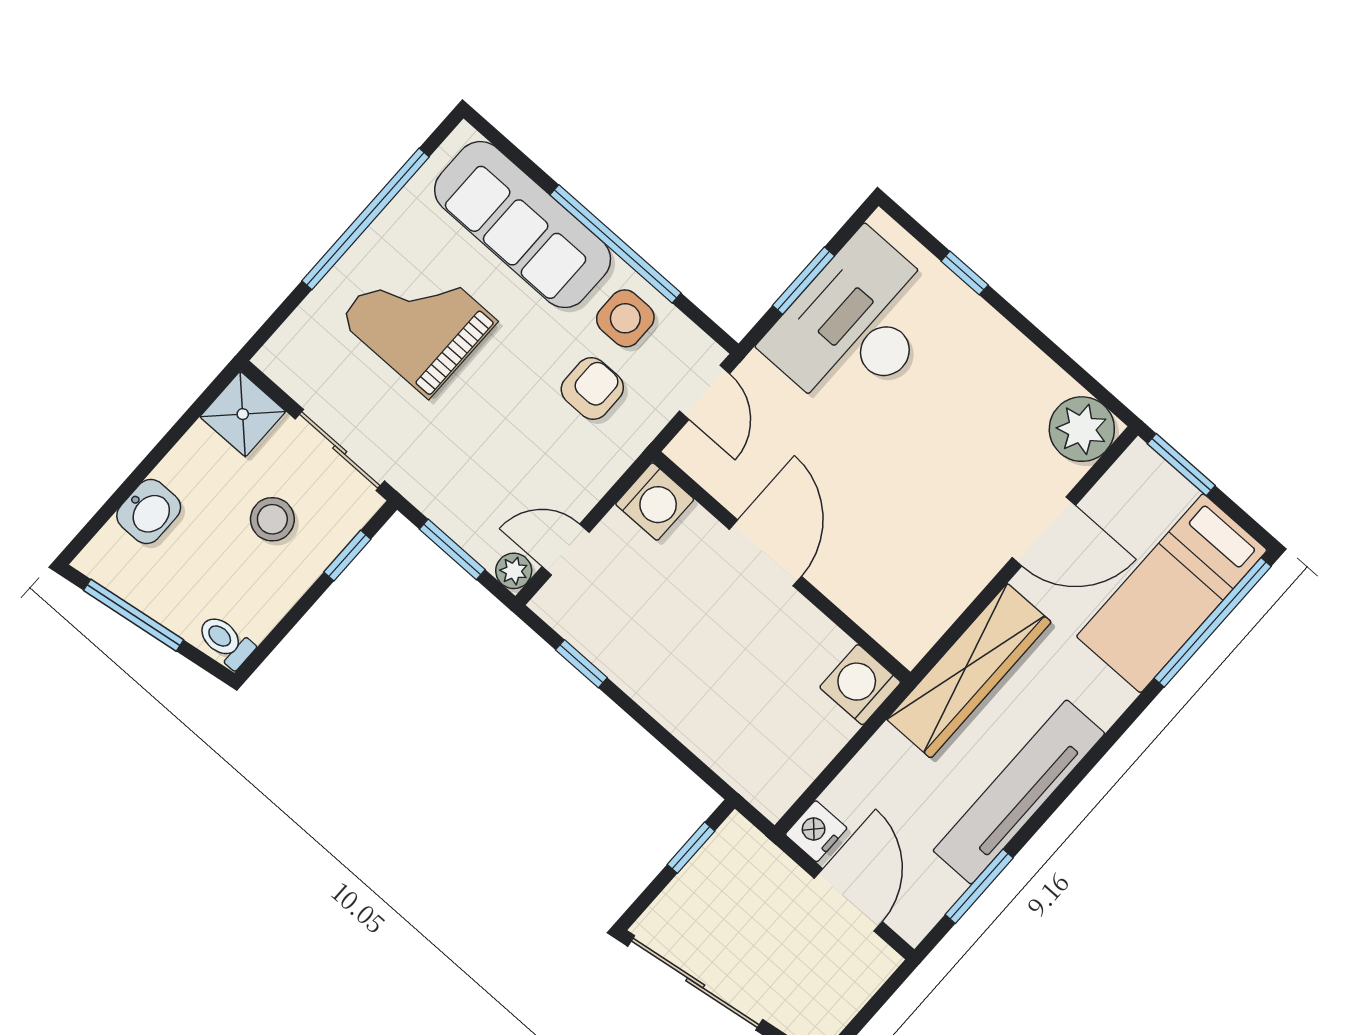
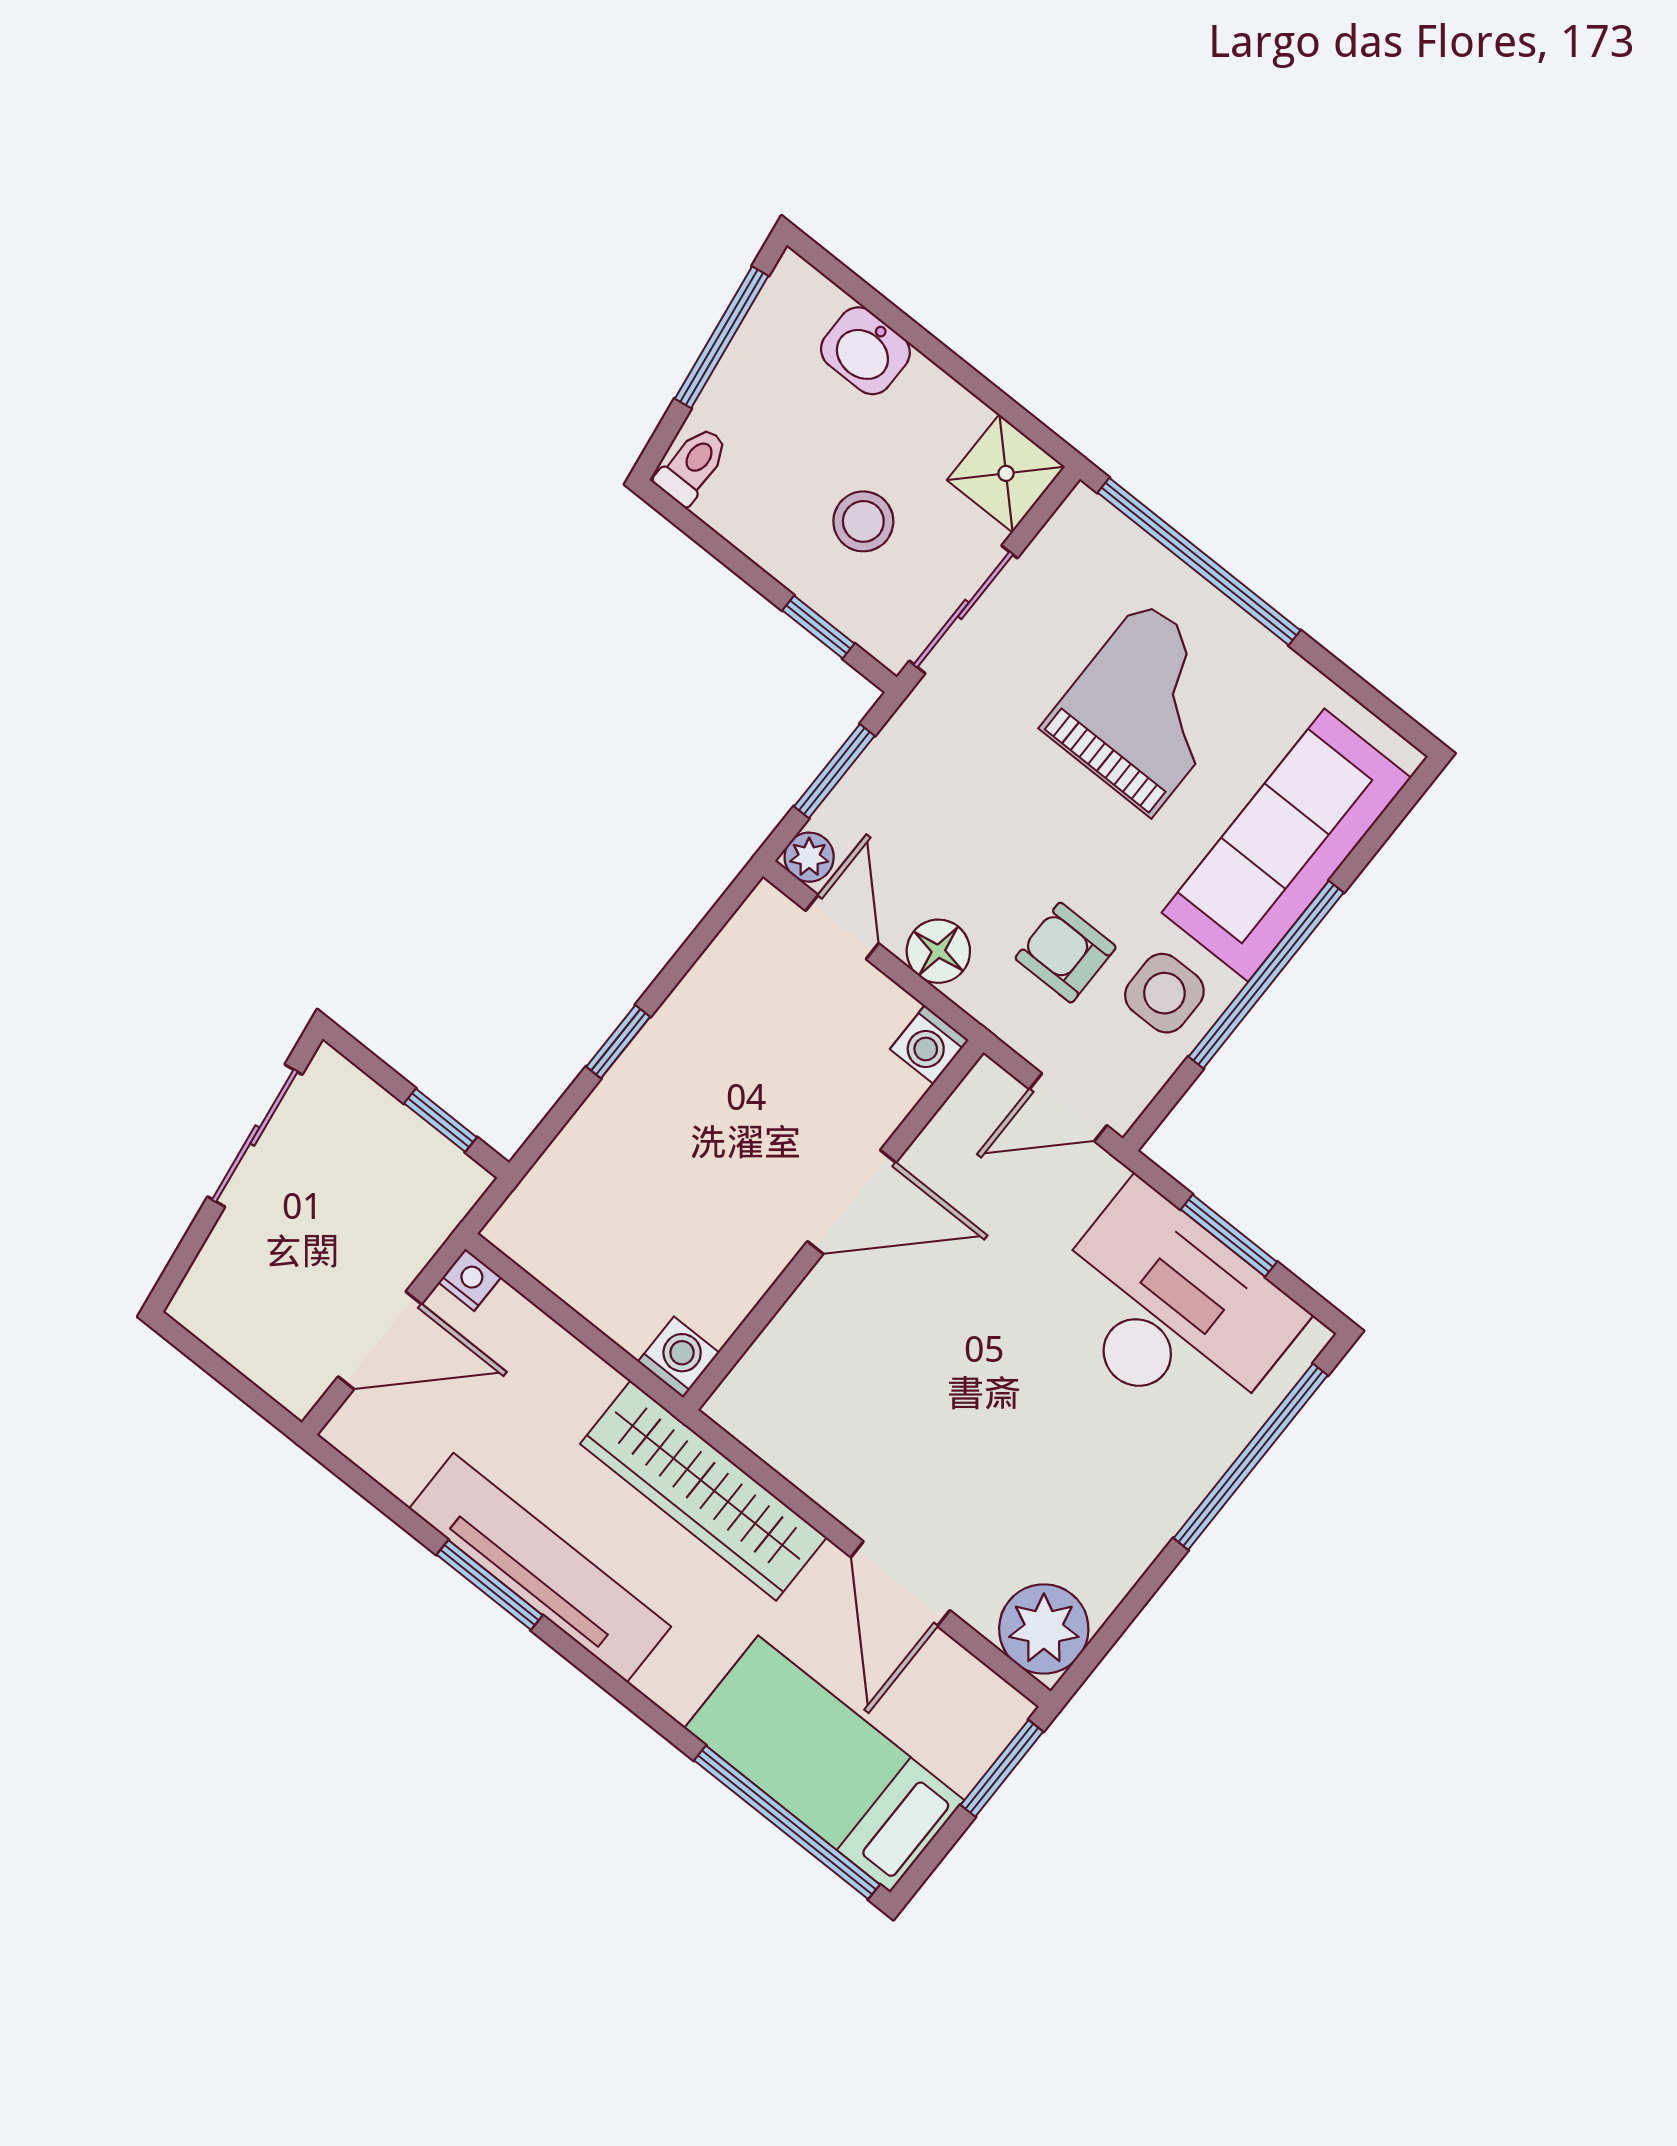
window: (365, 219) -> (1199, 562), moved
window: (965, 273) -> (1251, 1457), width x3.17
armchair: (592, 388) -> (1066, 953), turned 180
floor lamp: (587, 481) -> (938, 951), added
washing machine: (655, 502) -> (929, 1045), width x0.73, depth x0.73
window: (581, 664) -> (618, 1042), moved
washing machine: (860, 685) -> (678, 1357), width x0.73, depth x0.73
nightstand: (816, 831) -> (470, 1280), width x0.72, depth x0.74
window: (979, 886) -> (490, 1585), moved
sliding door: (695, 983) -> (255, 1136), width x0.73

